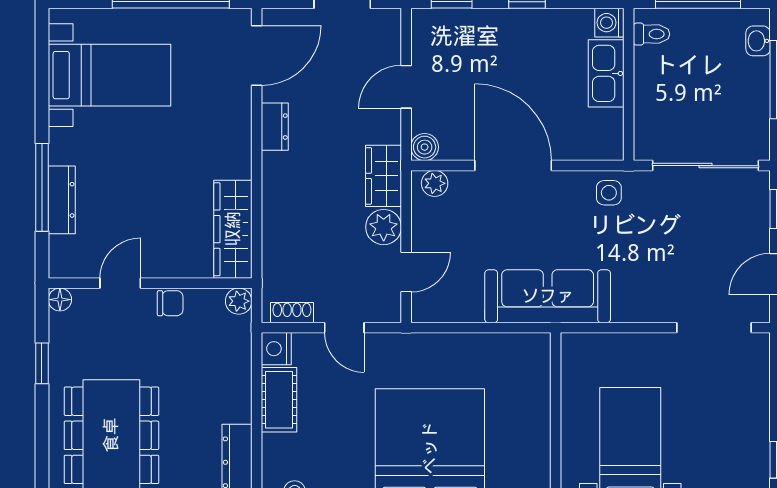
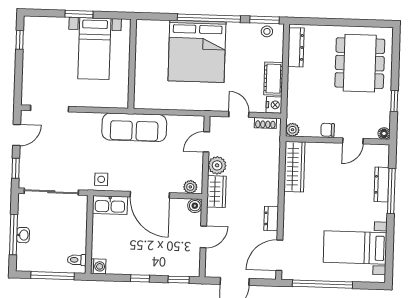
washbasin: (758, 41) -> (23, 235), moved
kitchen sink: (606, 73) -> (110, 205), moved, turned 90

